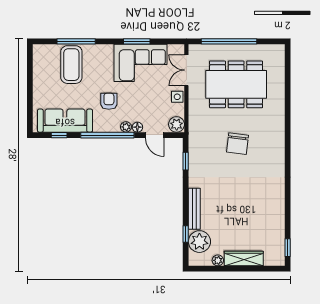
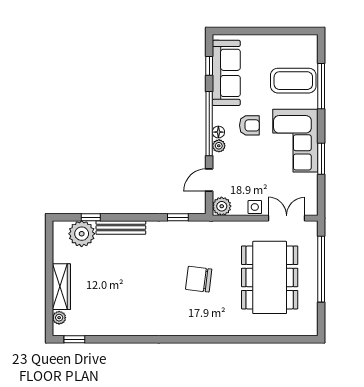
corner sofa: (141, 63) -> (295, 141), moved
floor lamp: (137, 127) -> (218, 132), moved
plant: (218, 260) -> (59, 318), moved

